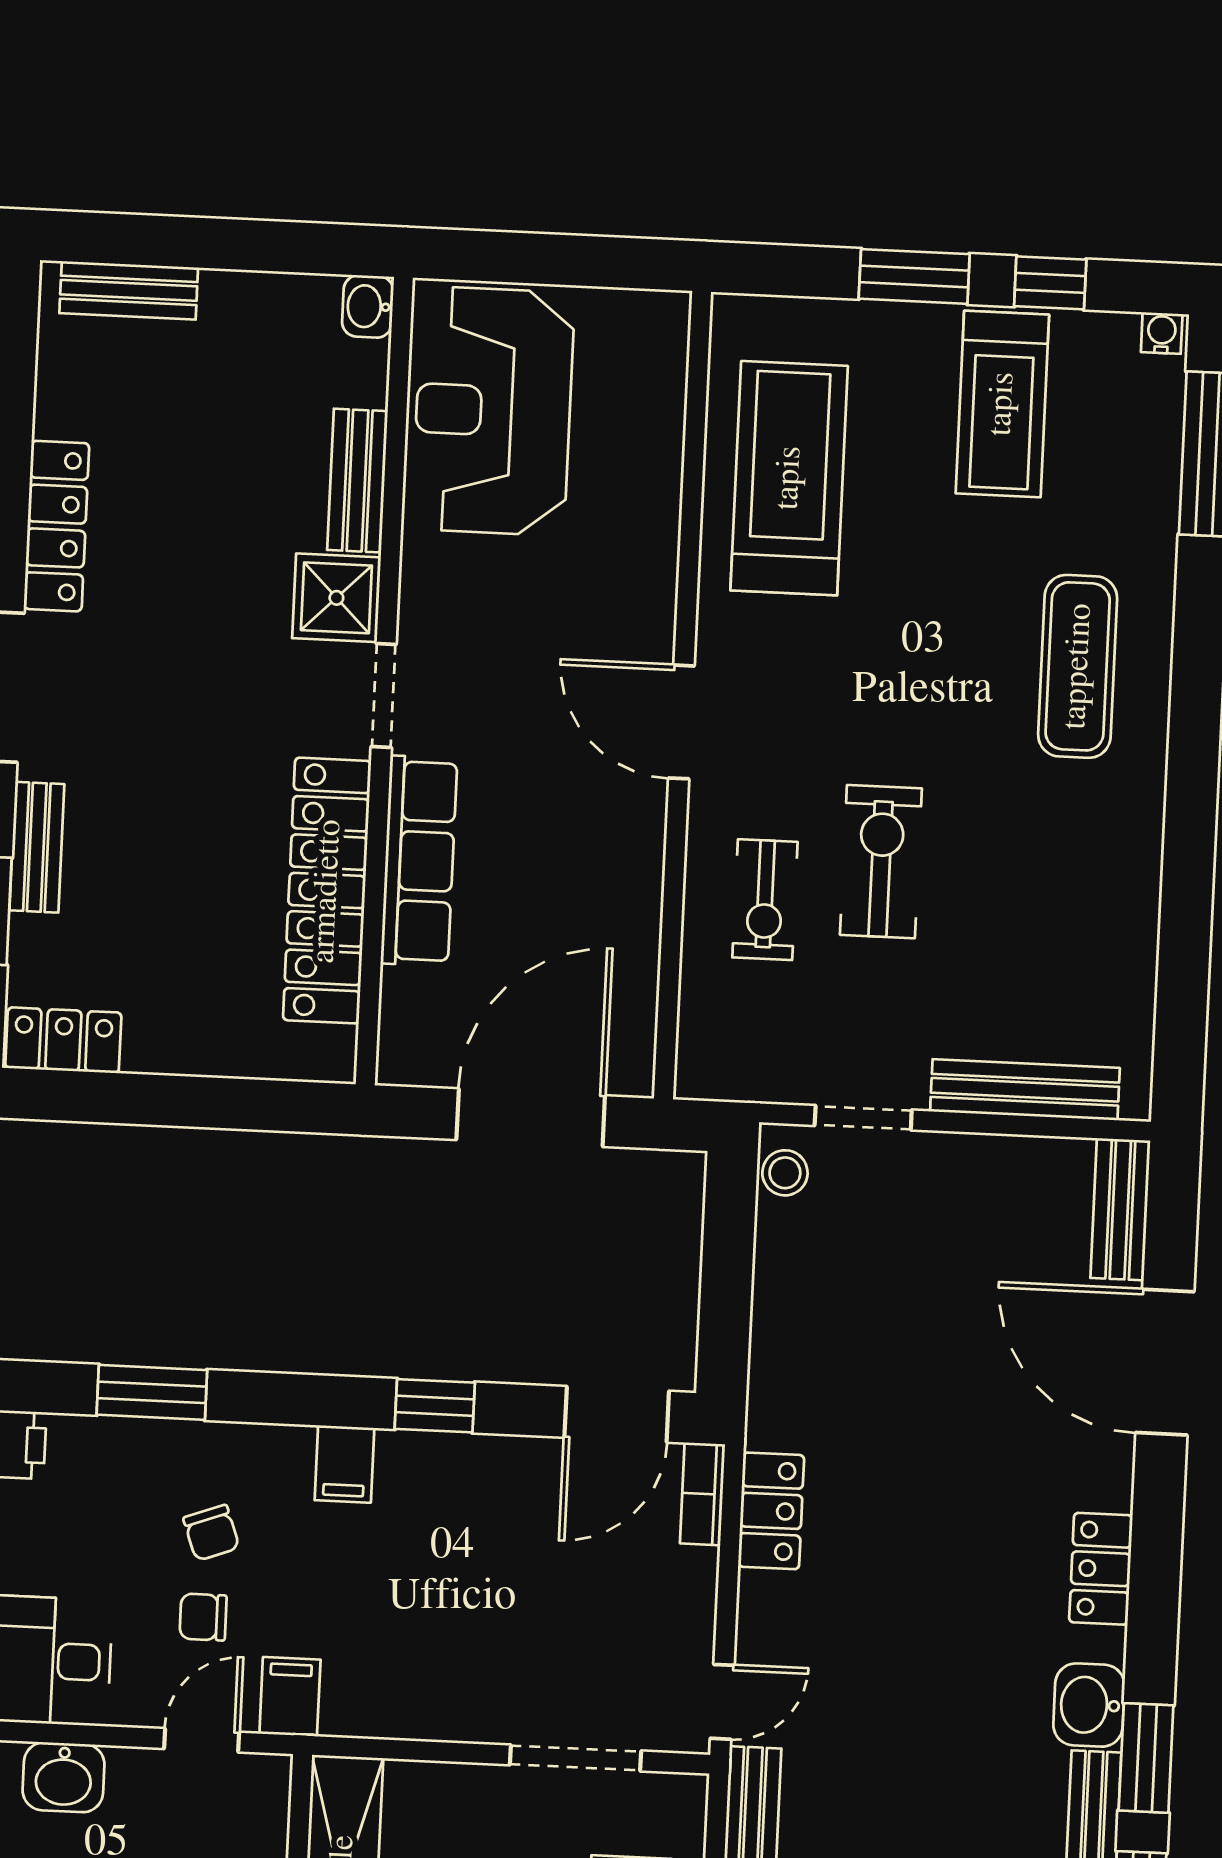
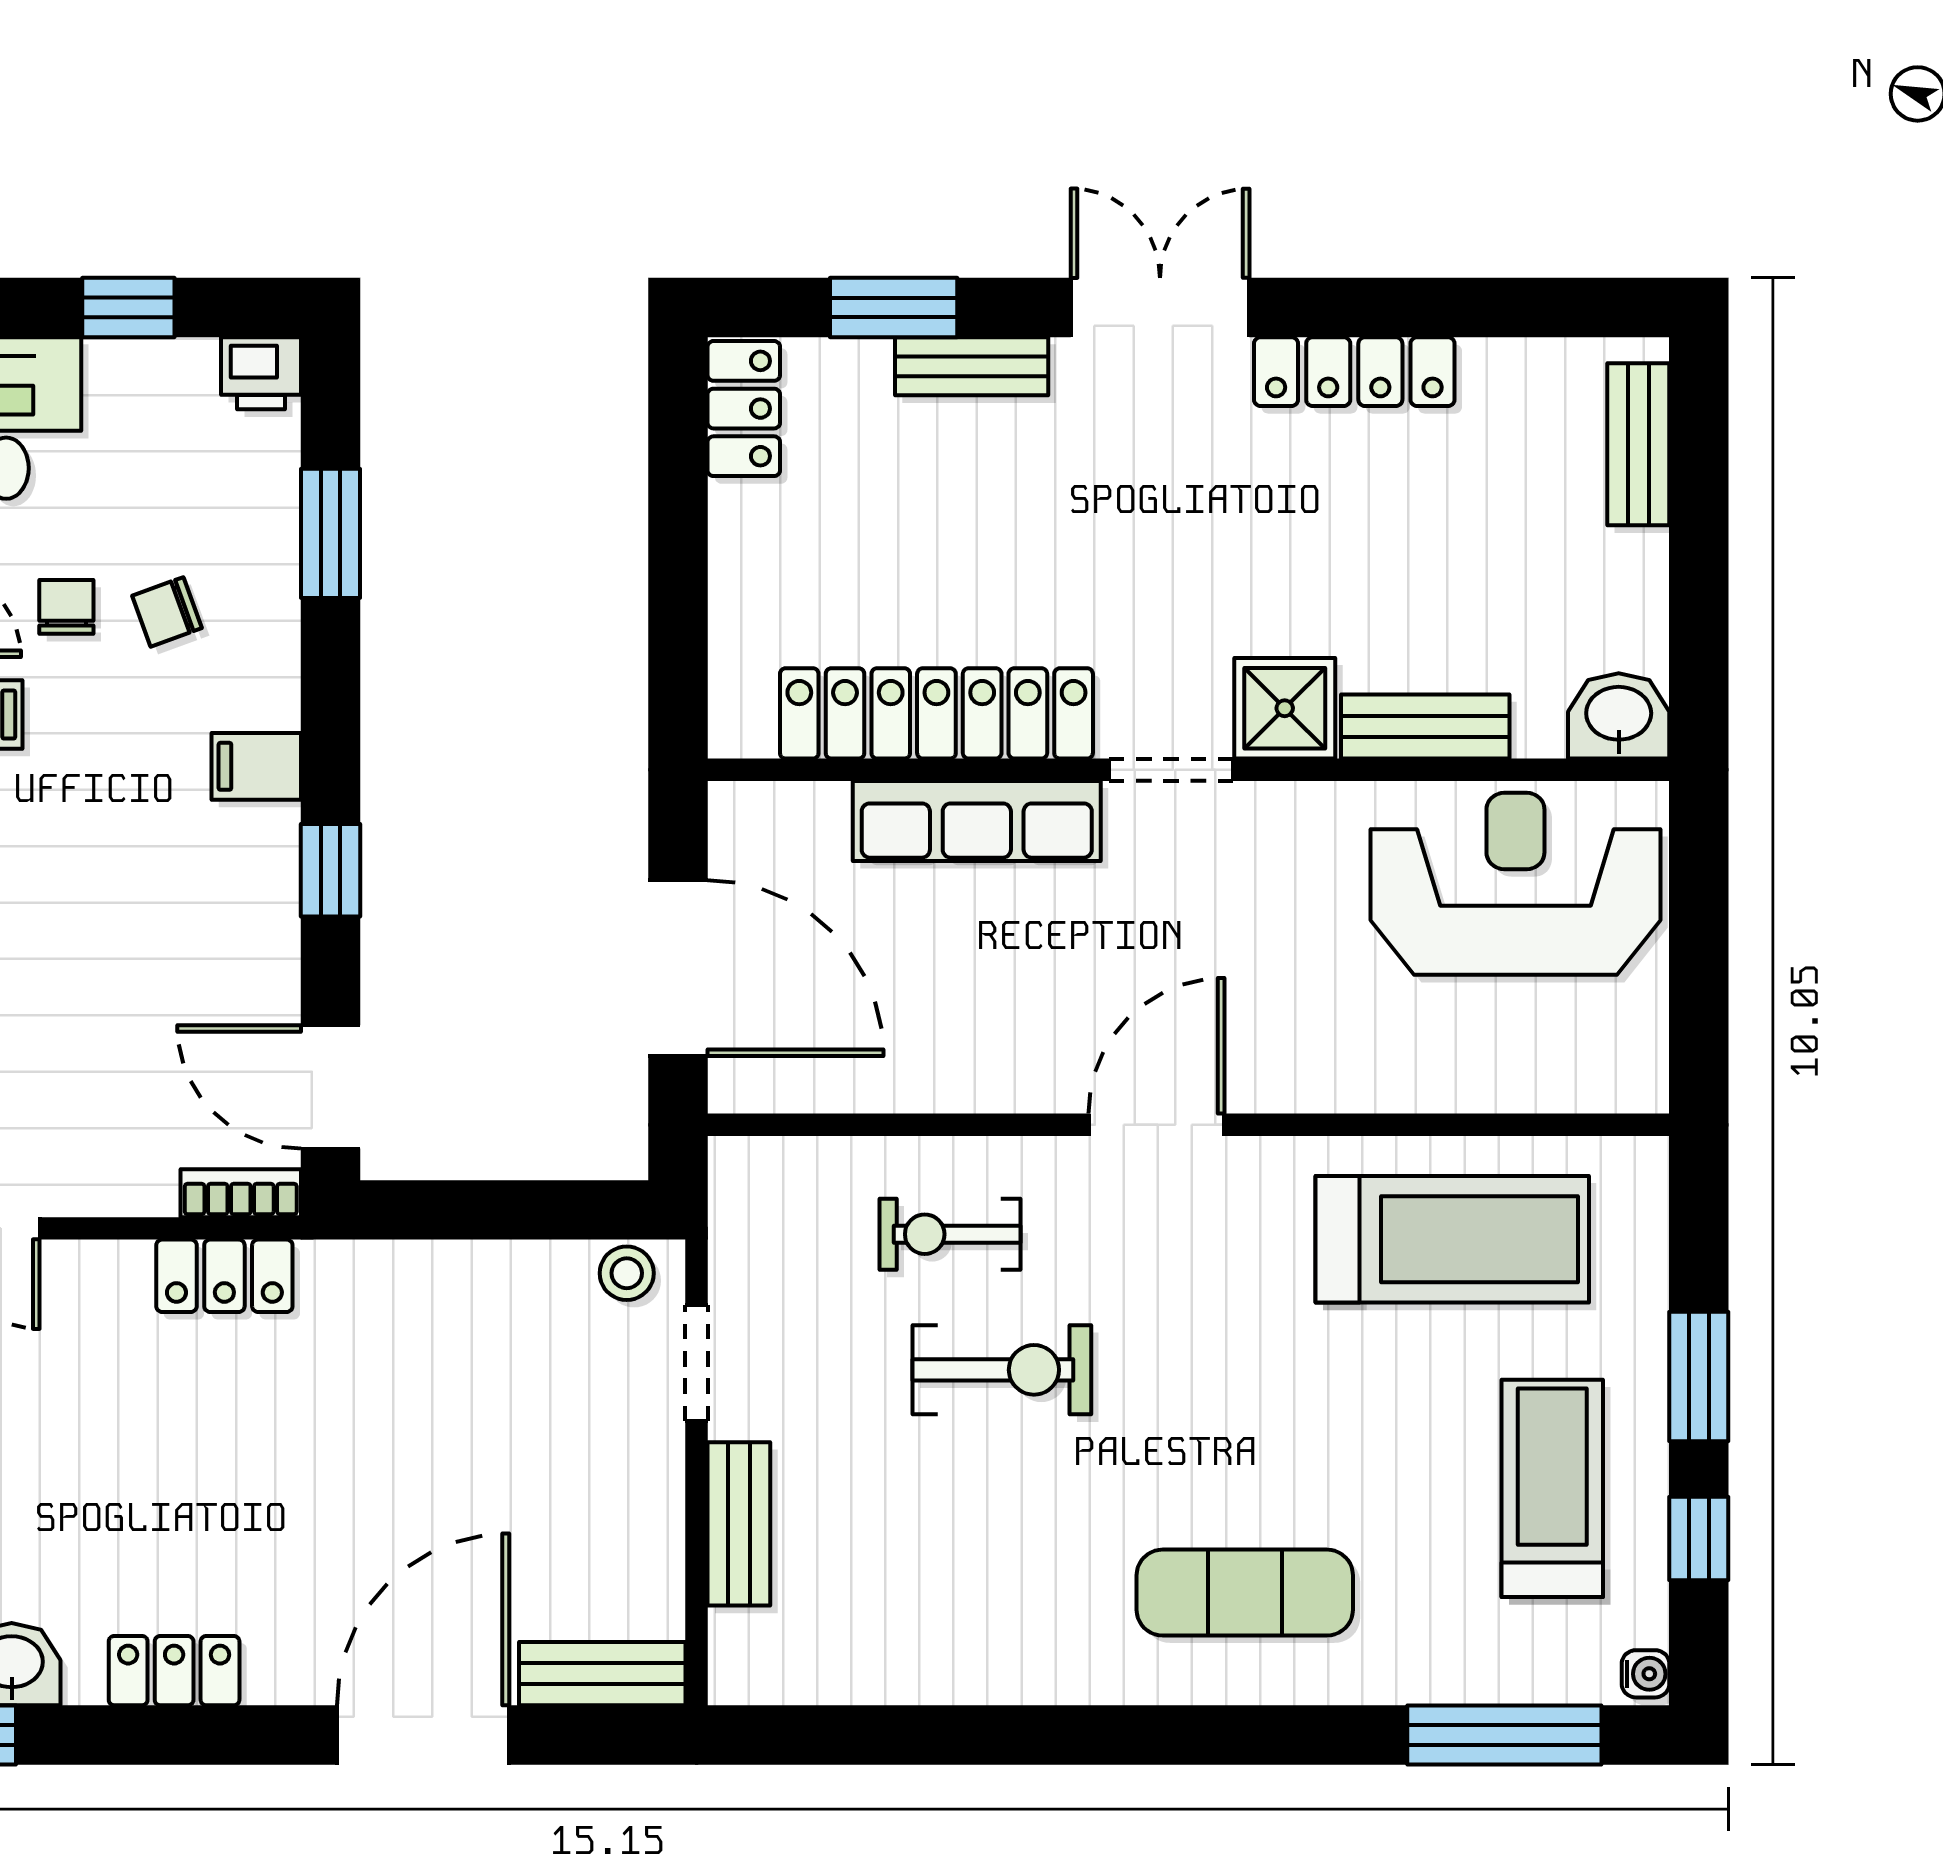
washbasin: (368, 306) -> (1619, 716), width x1.38, depth x1.45
treadmill: (1002, 404) -> (1552, 1488), turned 90
bench: (1025, 1090) -> (739, 1524), width x0.73

